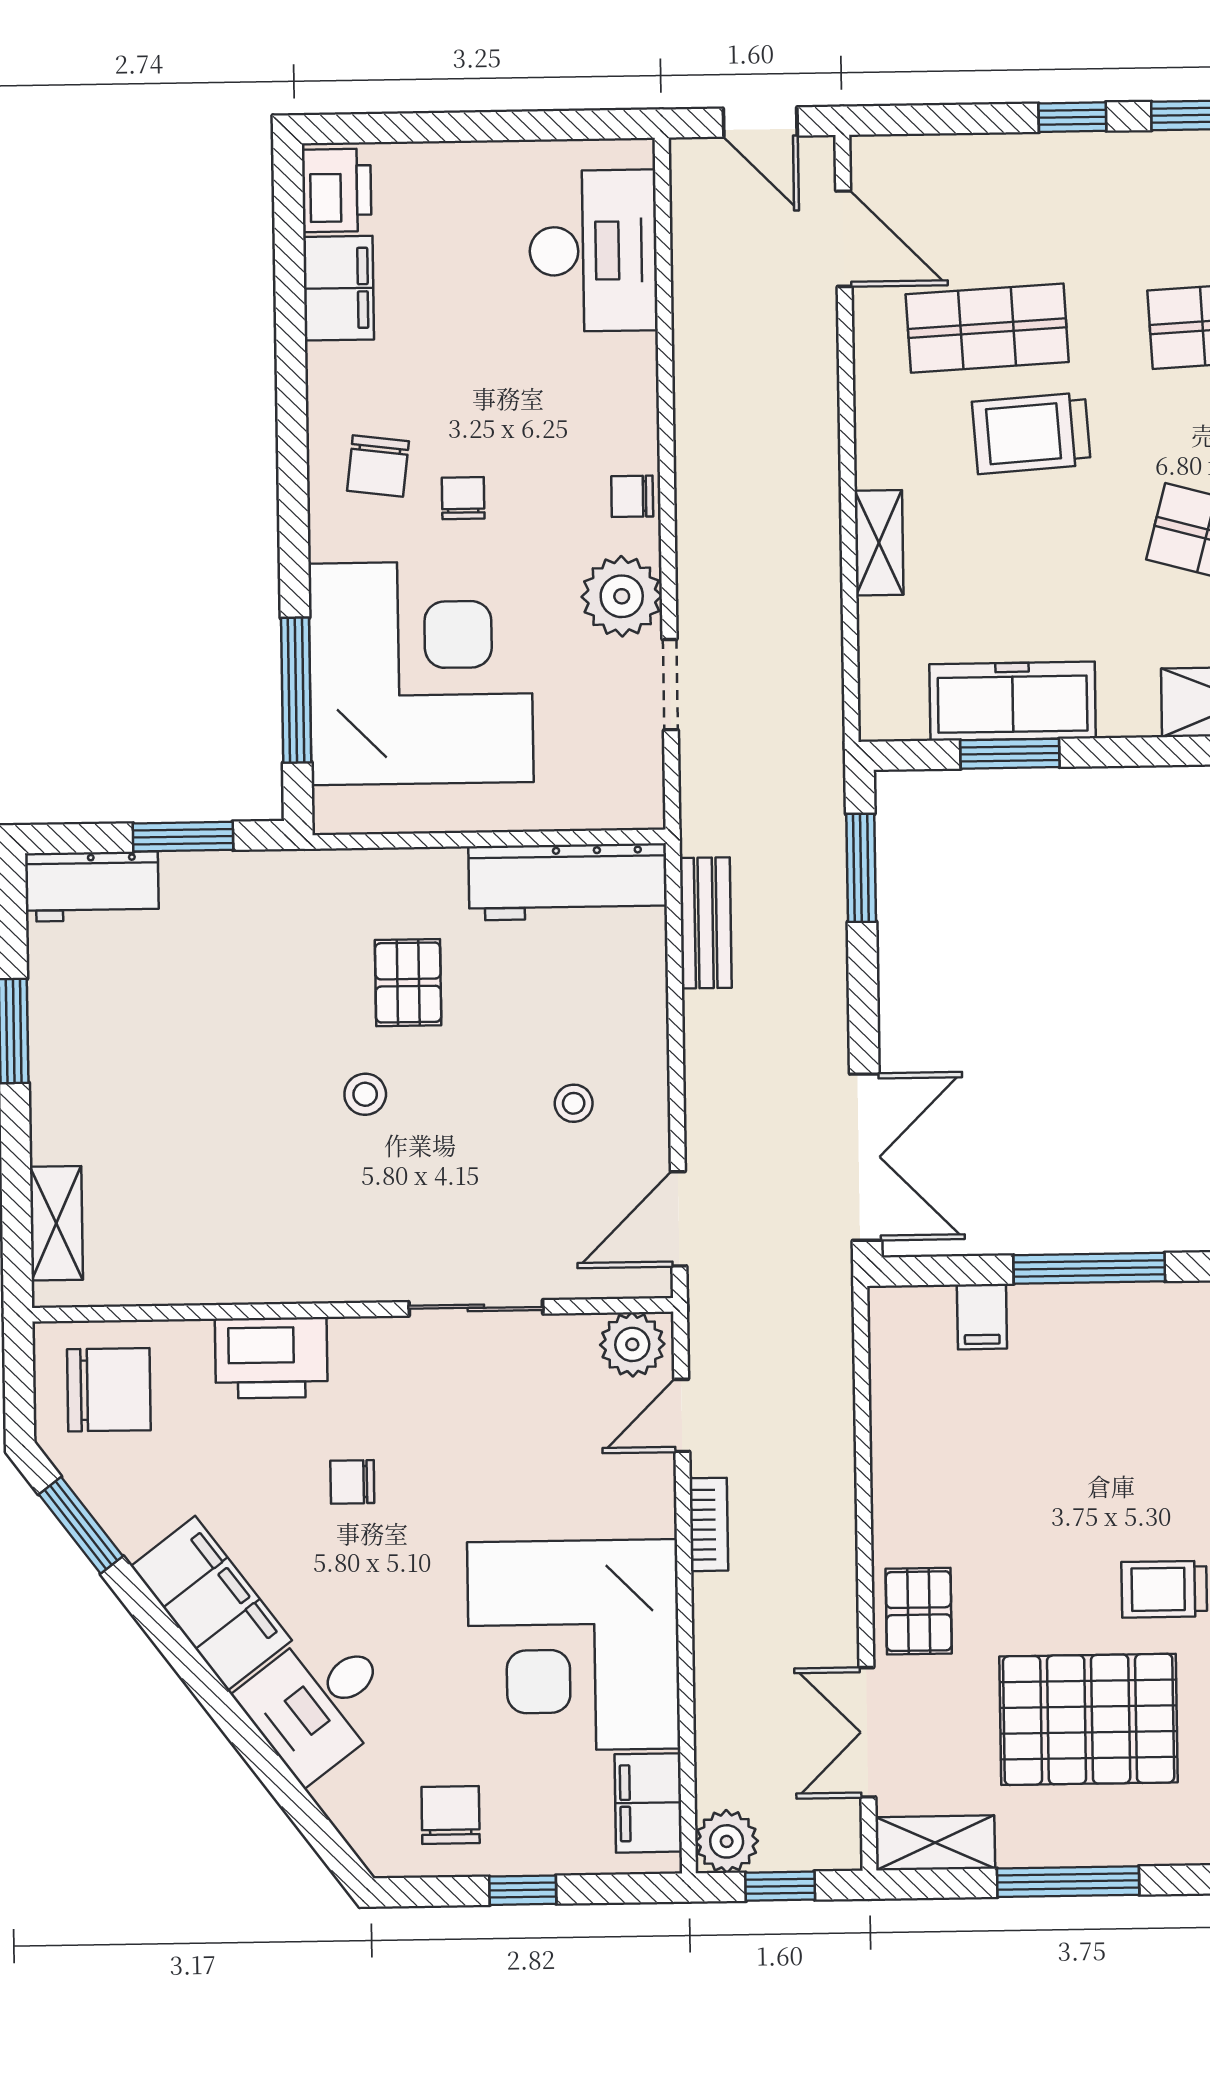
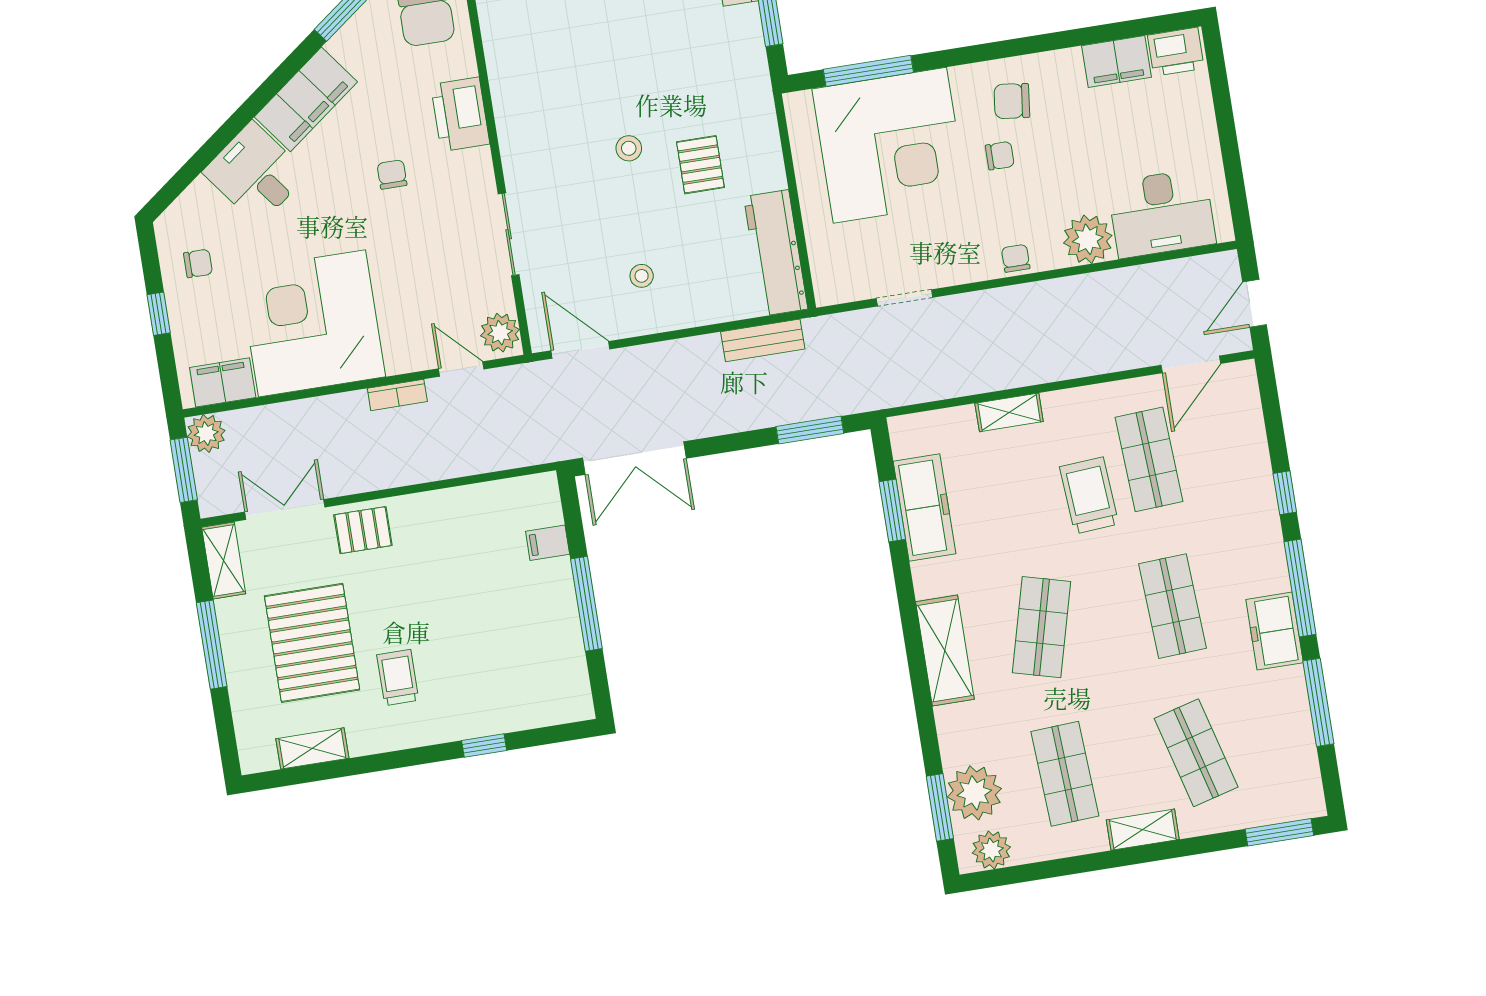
plant: (622, 596) -> (1088, 239), moved
pallet: (408, 983) -> (700, 165), turned 90
chair: (451, 1815) -> (198, 263), width x0.73, depth x0.73
window: (780, 1886) -> (184, 470), width x1.50

